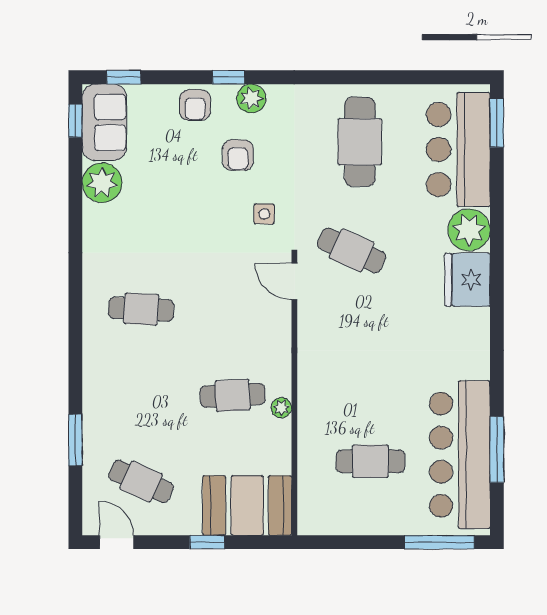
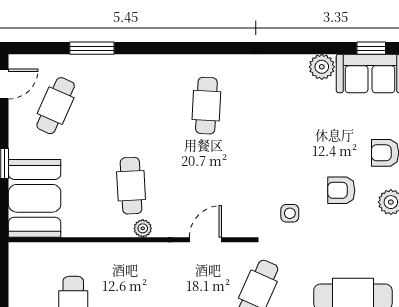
plant: (102, 183) -> (322, 67), width x0.73, depth x0.73
door: (294, 281) -> (205, 240), moved
plant: (281, 408) -> (143, 228), moved

